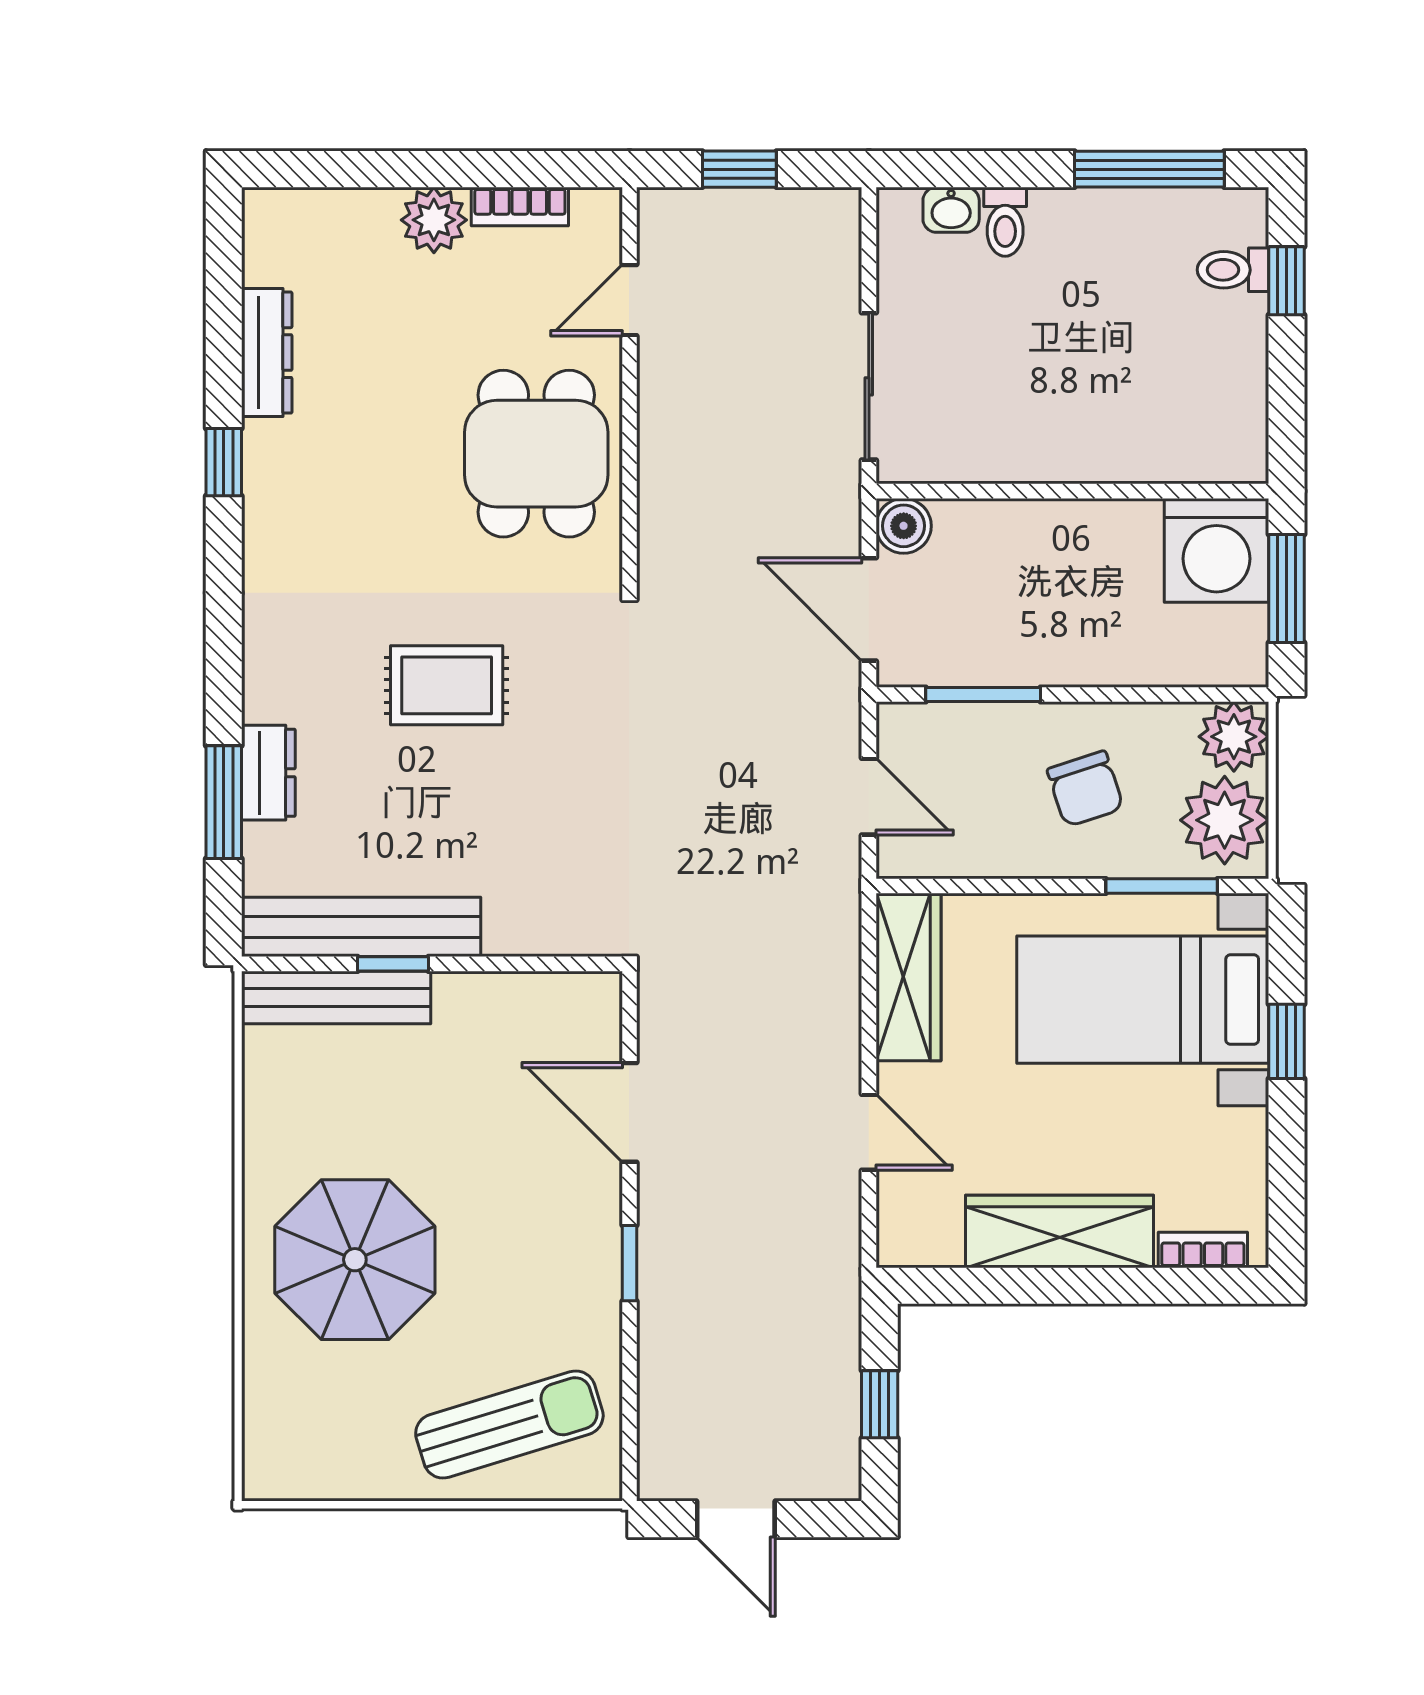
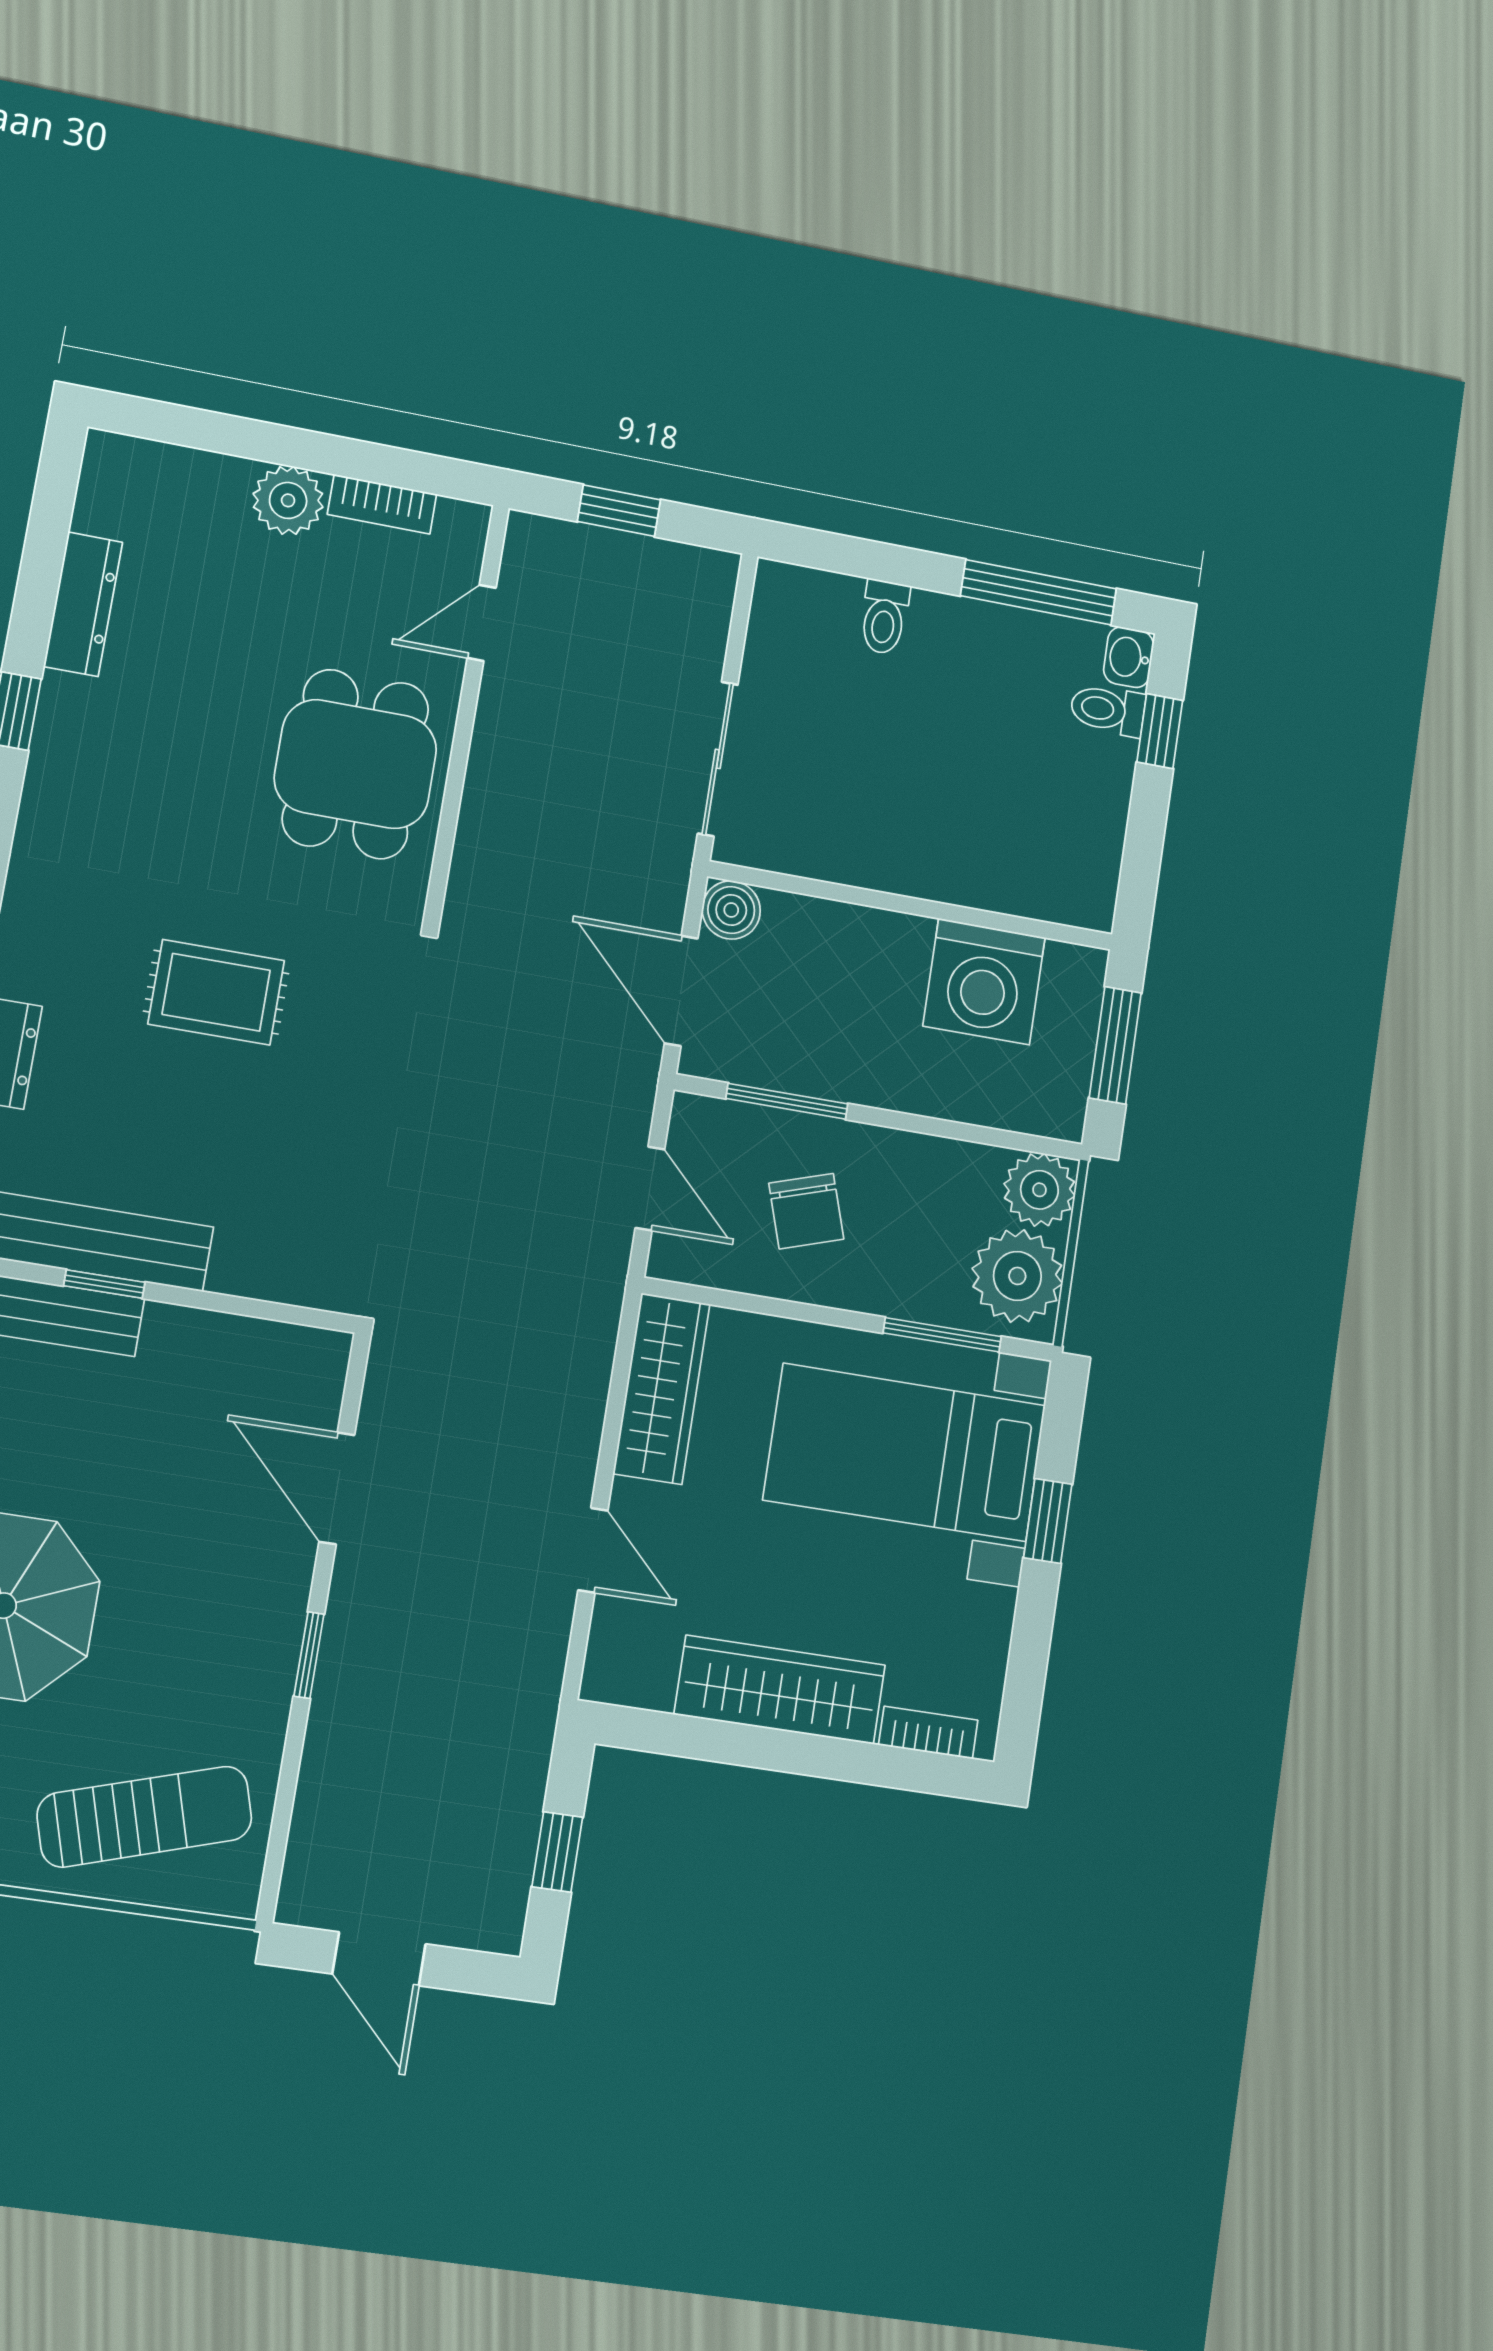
washbasin: (951, 210) -> (1129, 657), moved, turned 90
washing machine: (1216, 550) -> (984, 982), moved
chair: (1085, 789) -> (806, 1211), moved

